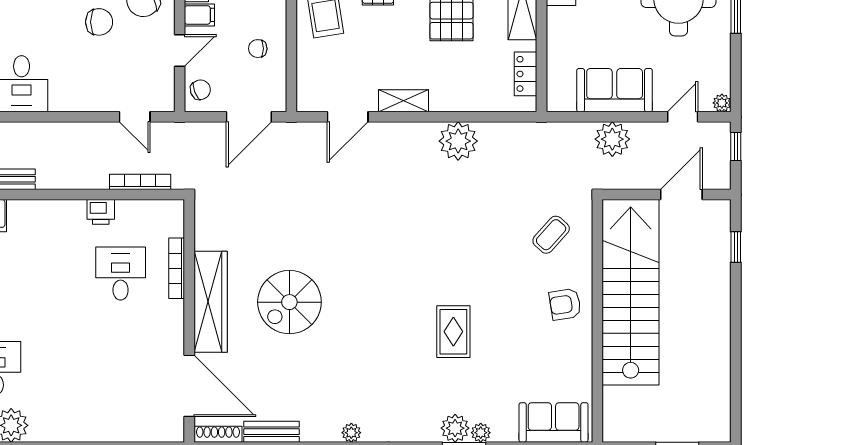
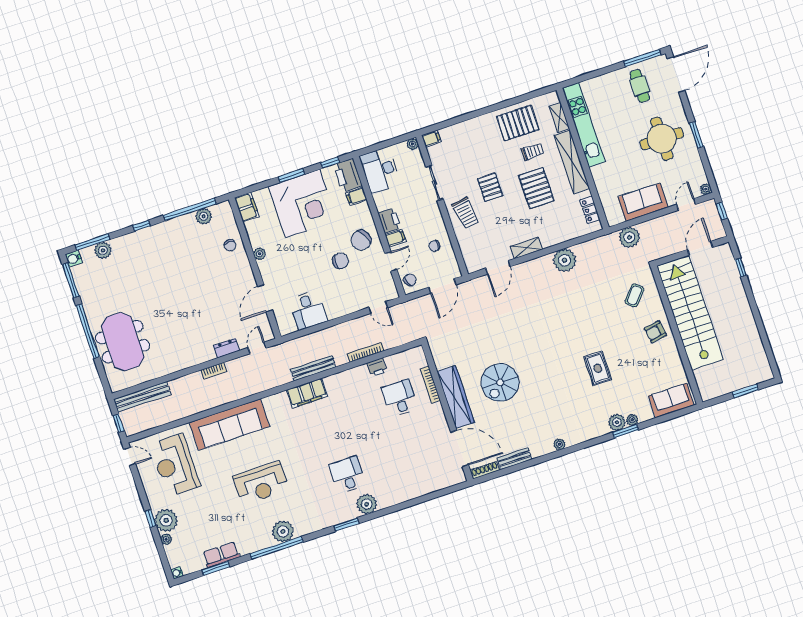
plant: (612, 139) -> (629, 237), moved
bookcase: (140, 182) -> (366, 352), moved

